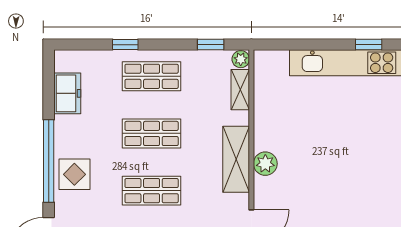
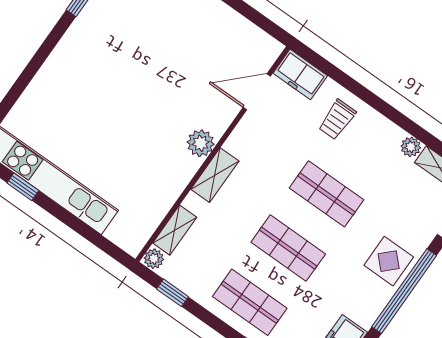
shelving: (236, 159) -> (215, 175), width x0.67, depth x0.75

